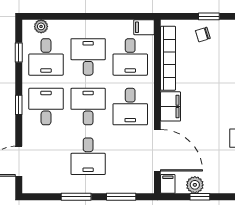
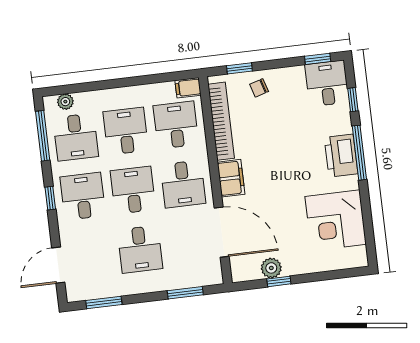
window: (209, 16) -> (239, 68), moved
window: (19, 52) -> (43, 136), width x2.17
desk: (130, 57) -> (176, 125), turned 180
filing cabinet: (168, 184) -> (239, 271), removed
window: (76, 197) -> (104, 303), moved

